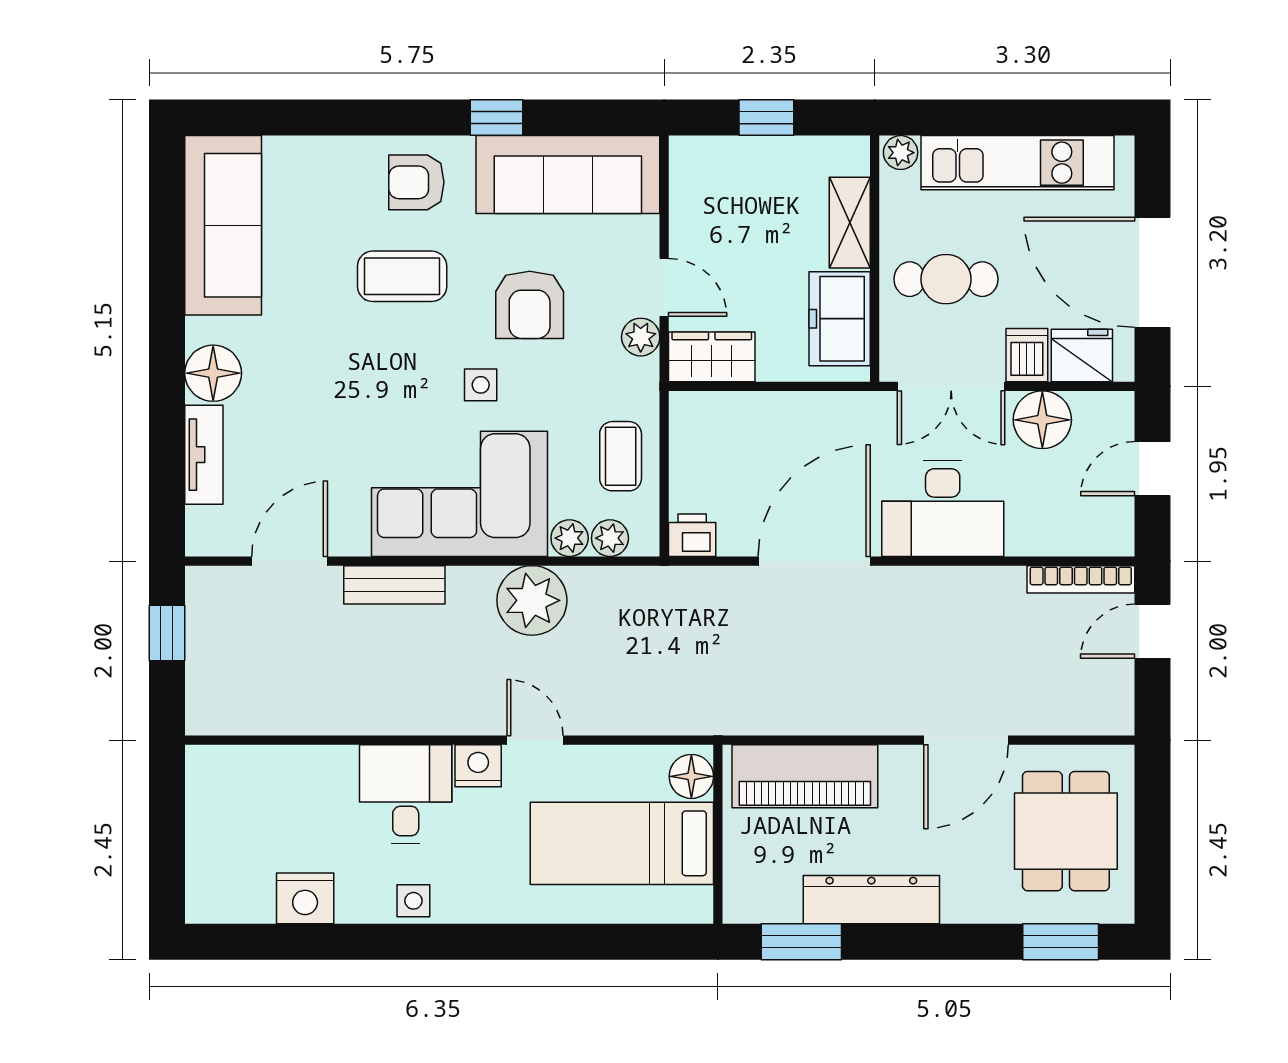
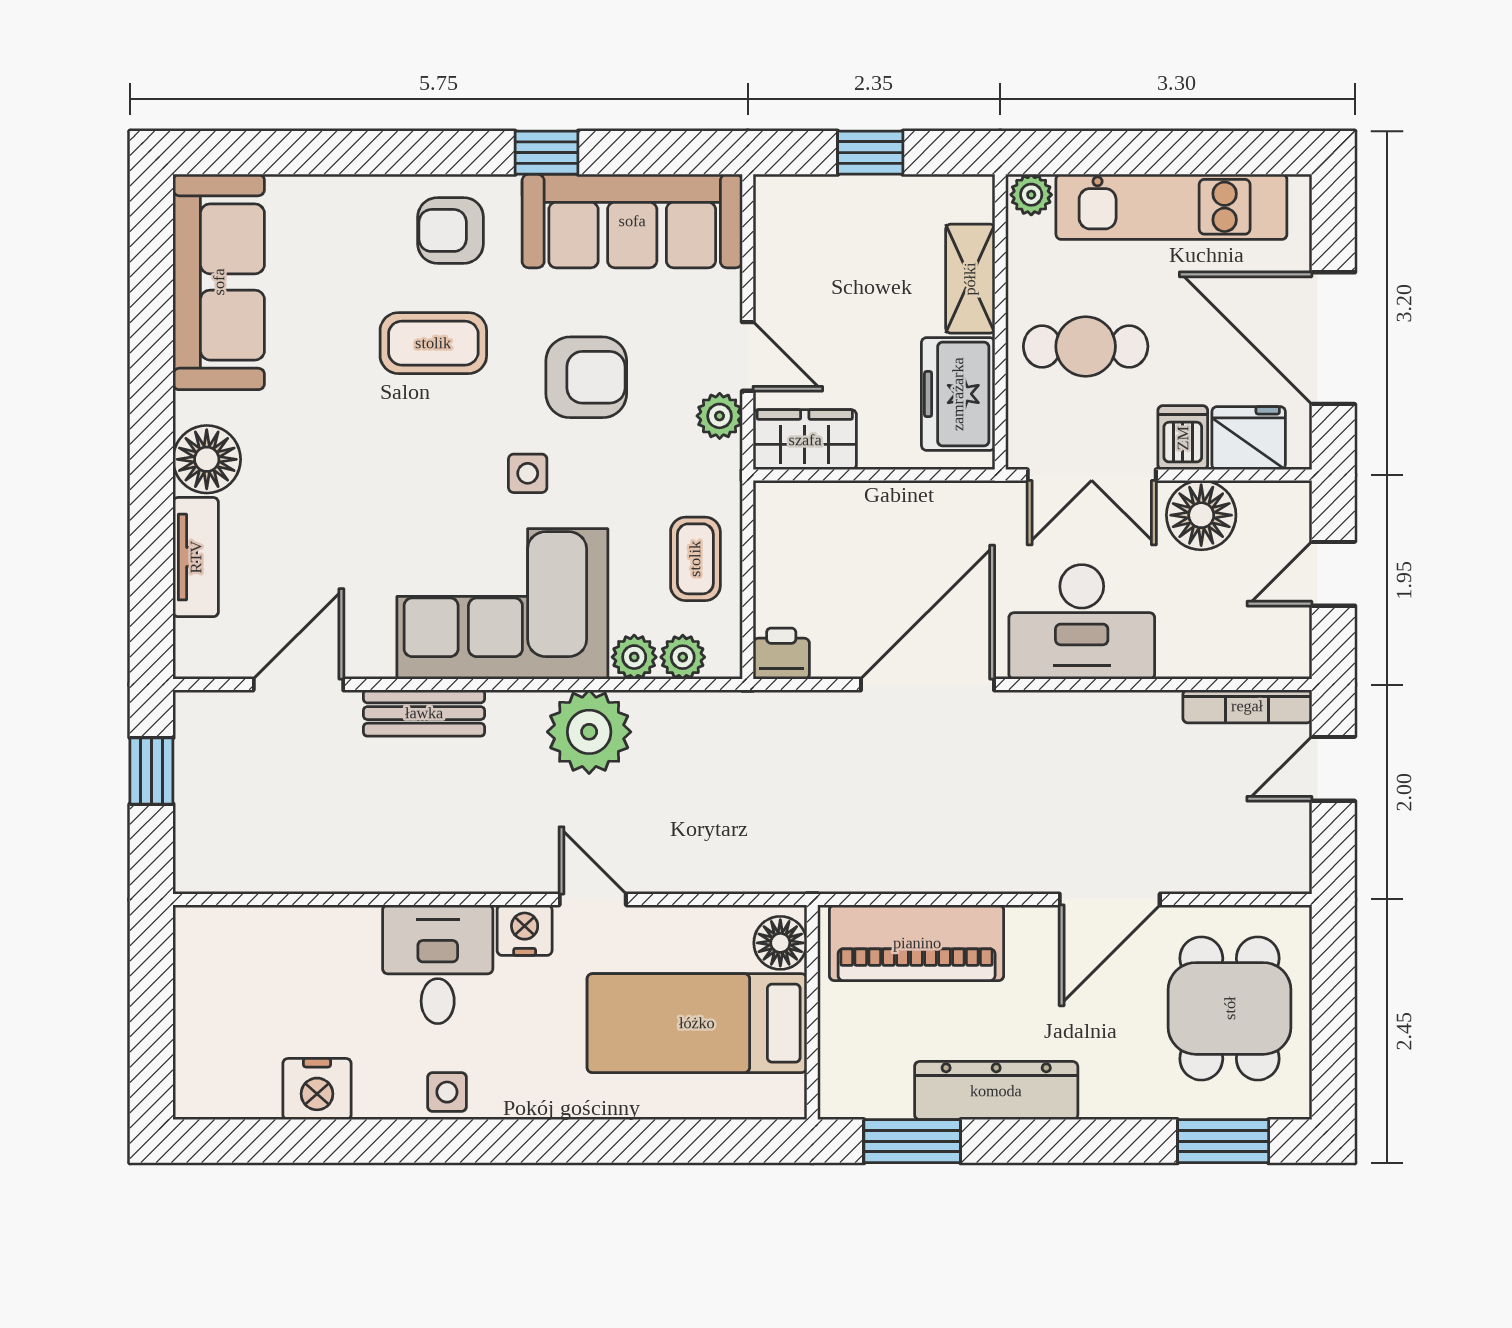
armchair: (530, 305) -> (586, 377), turned -90

